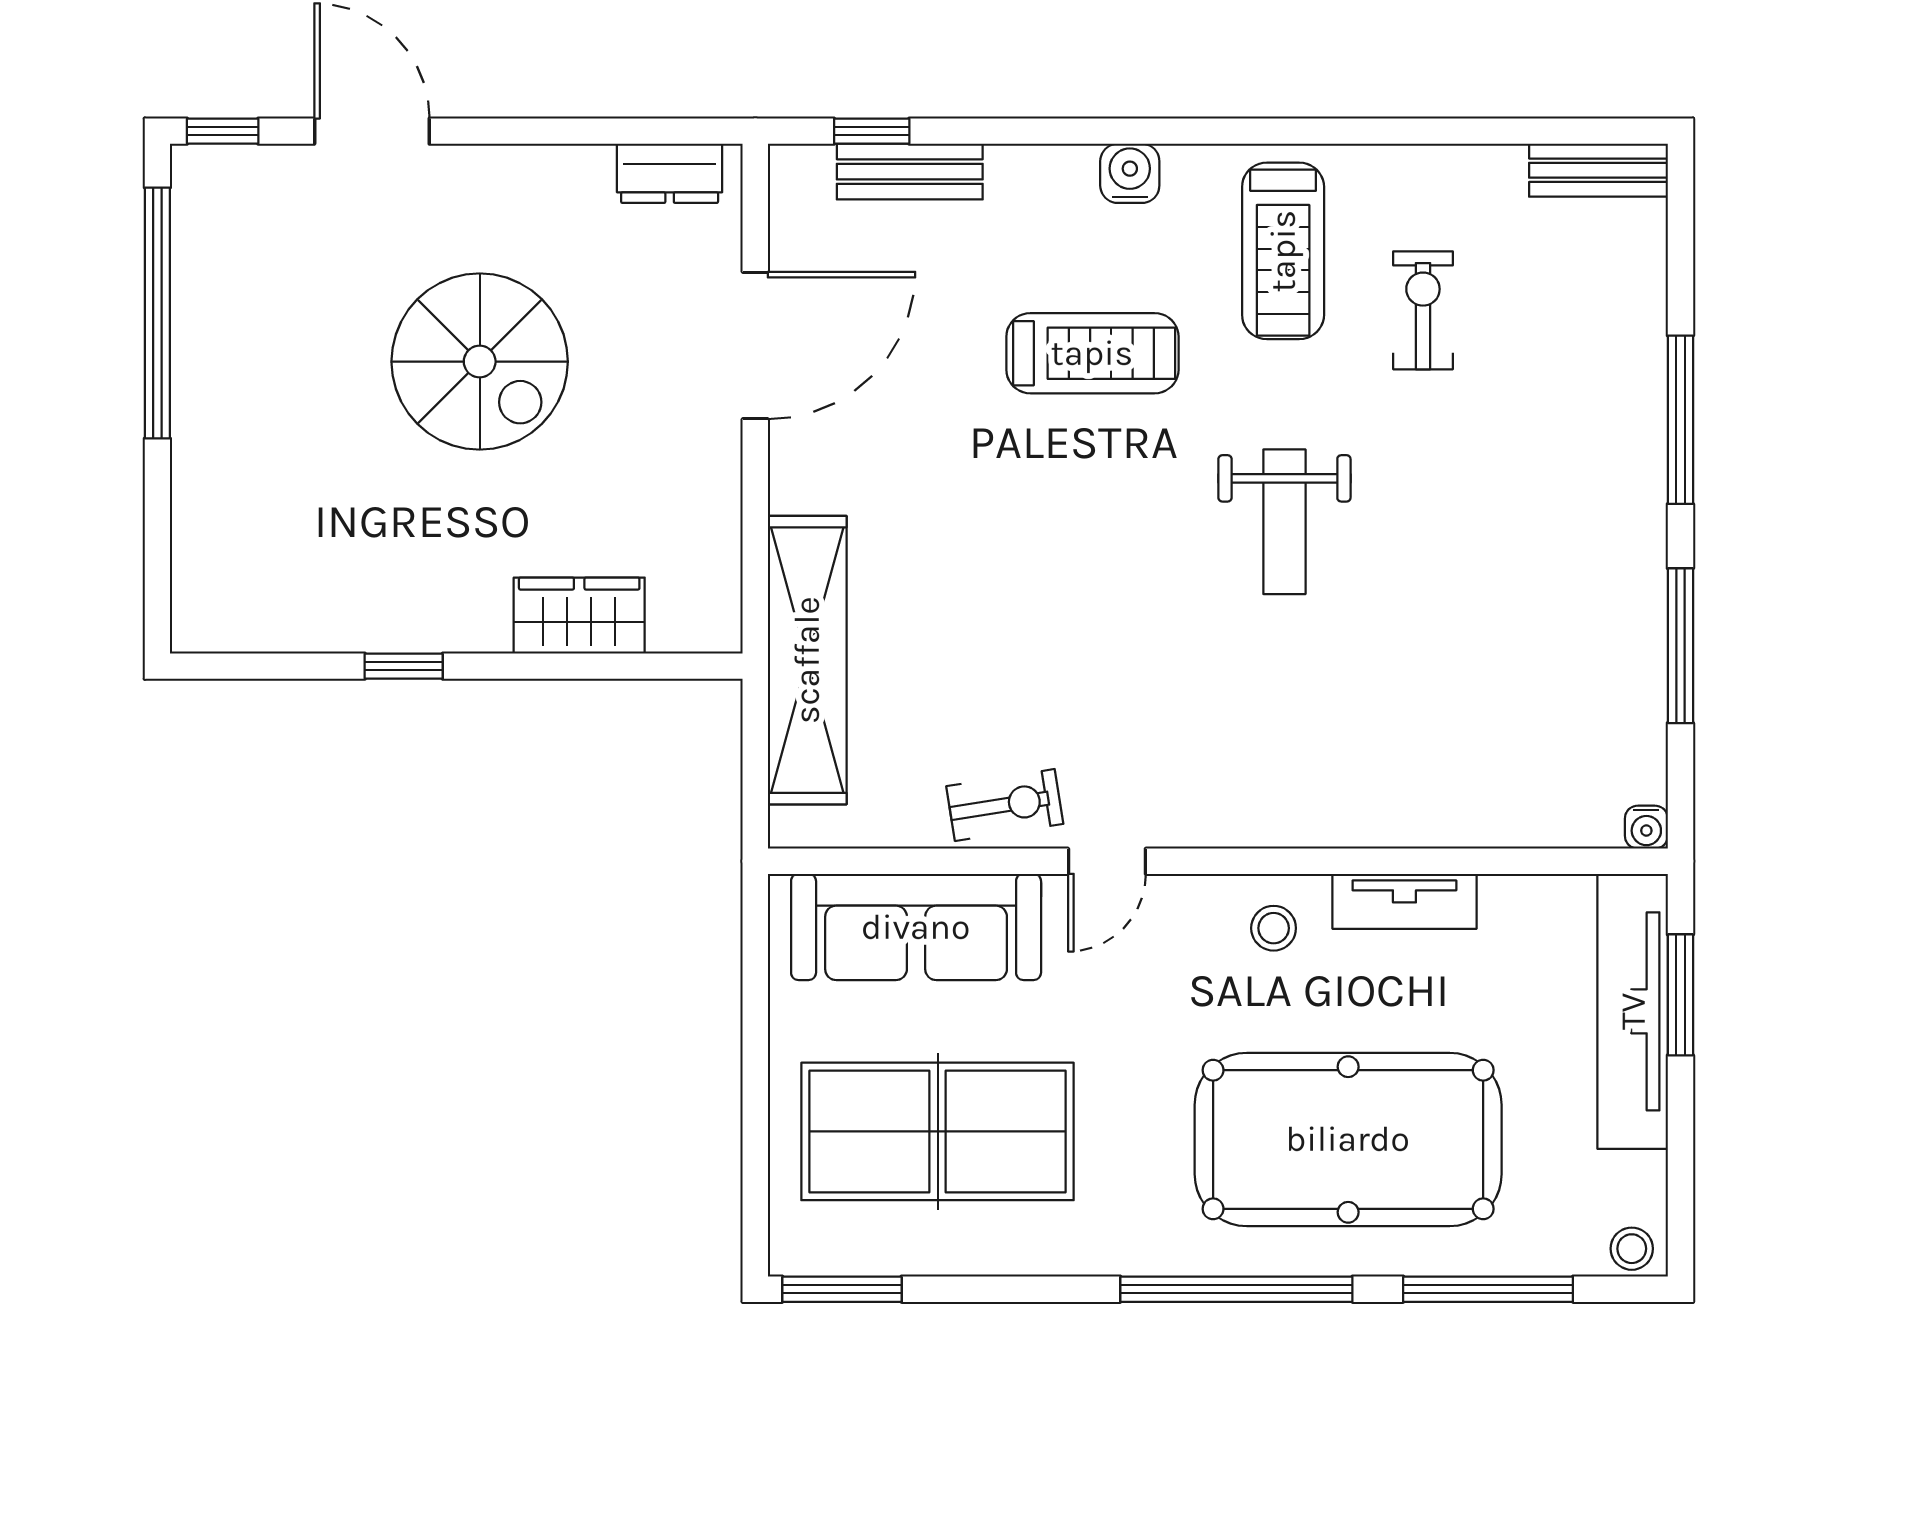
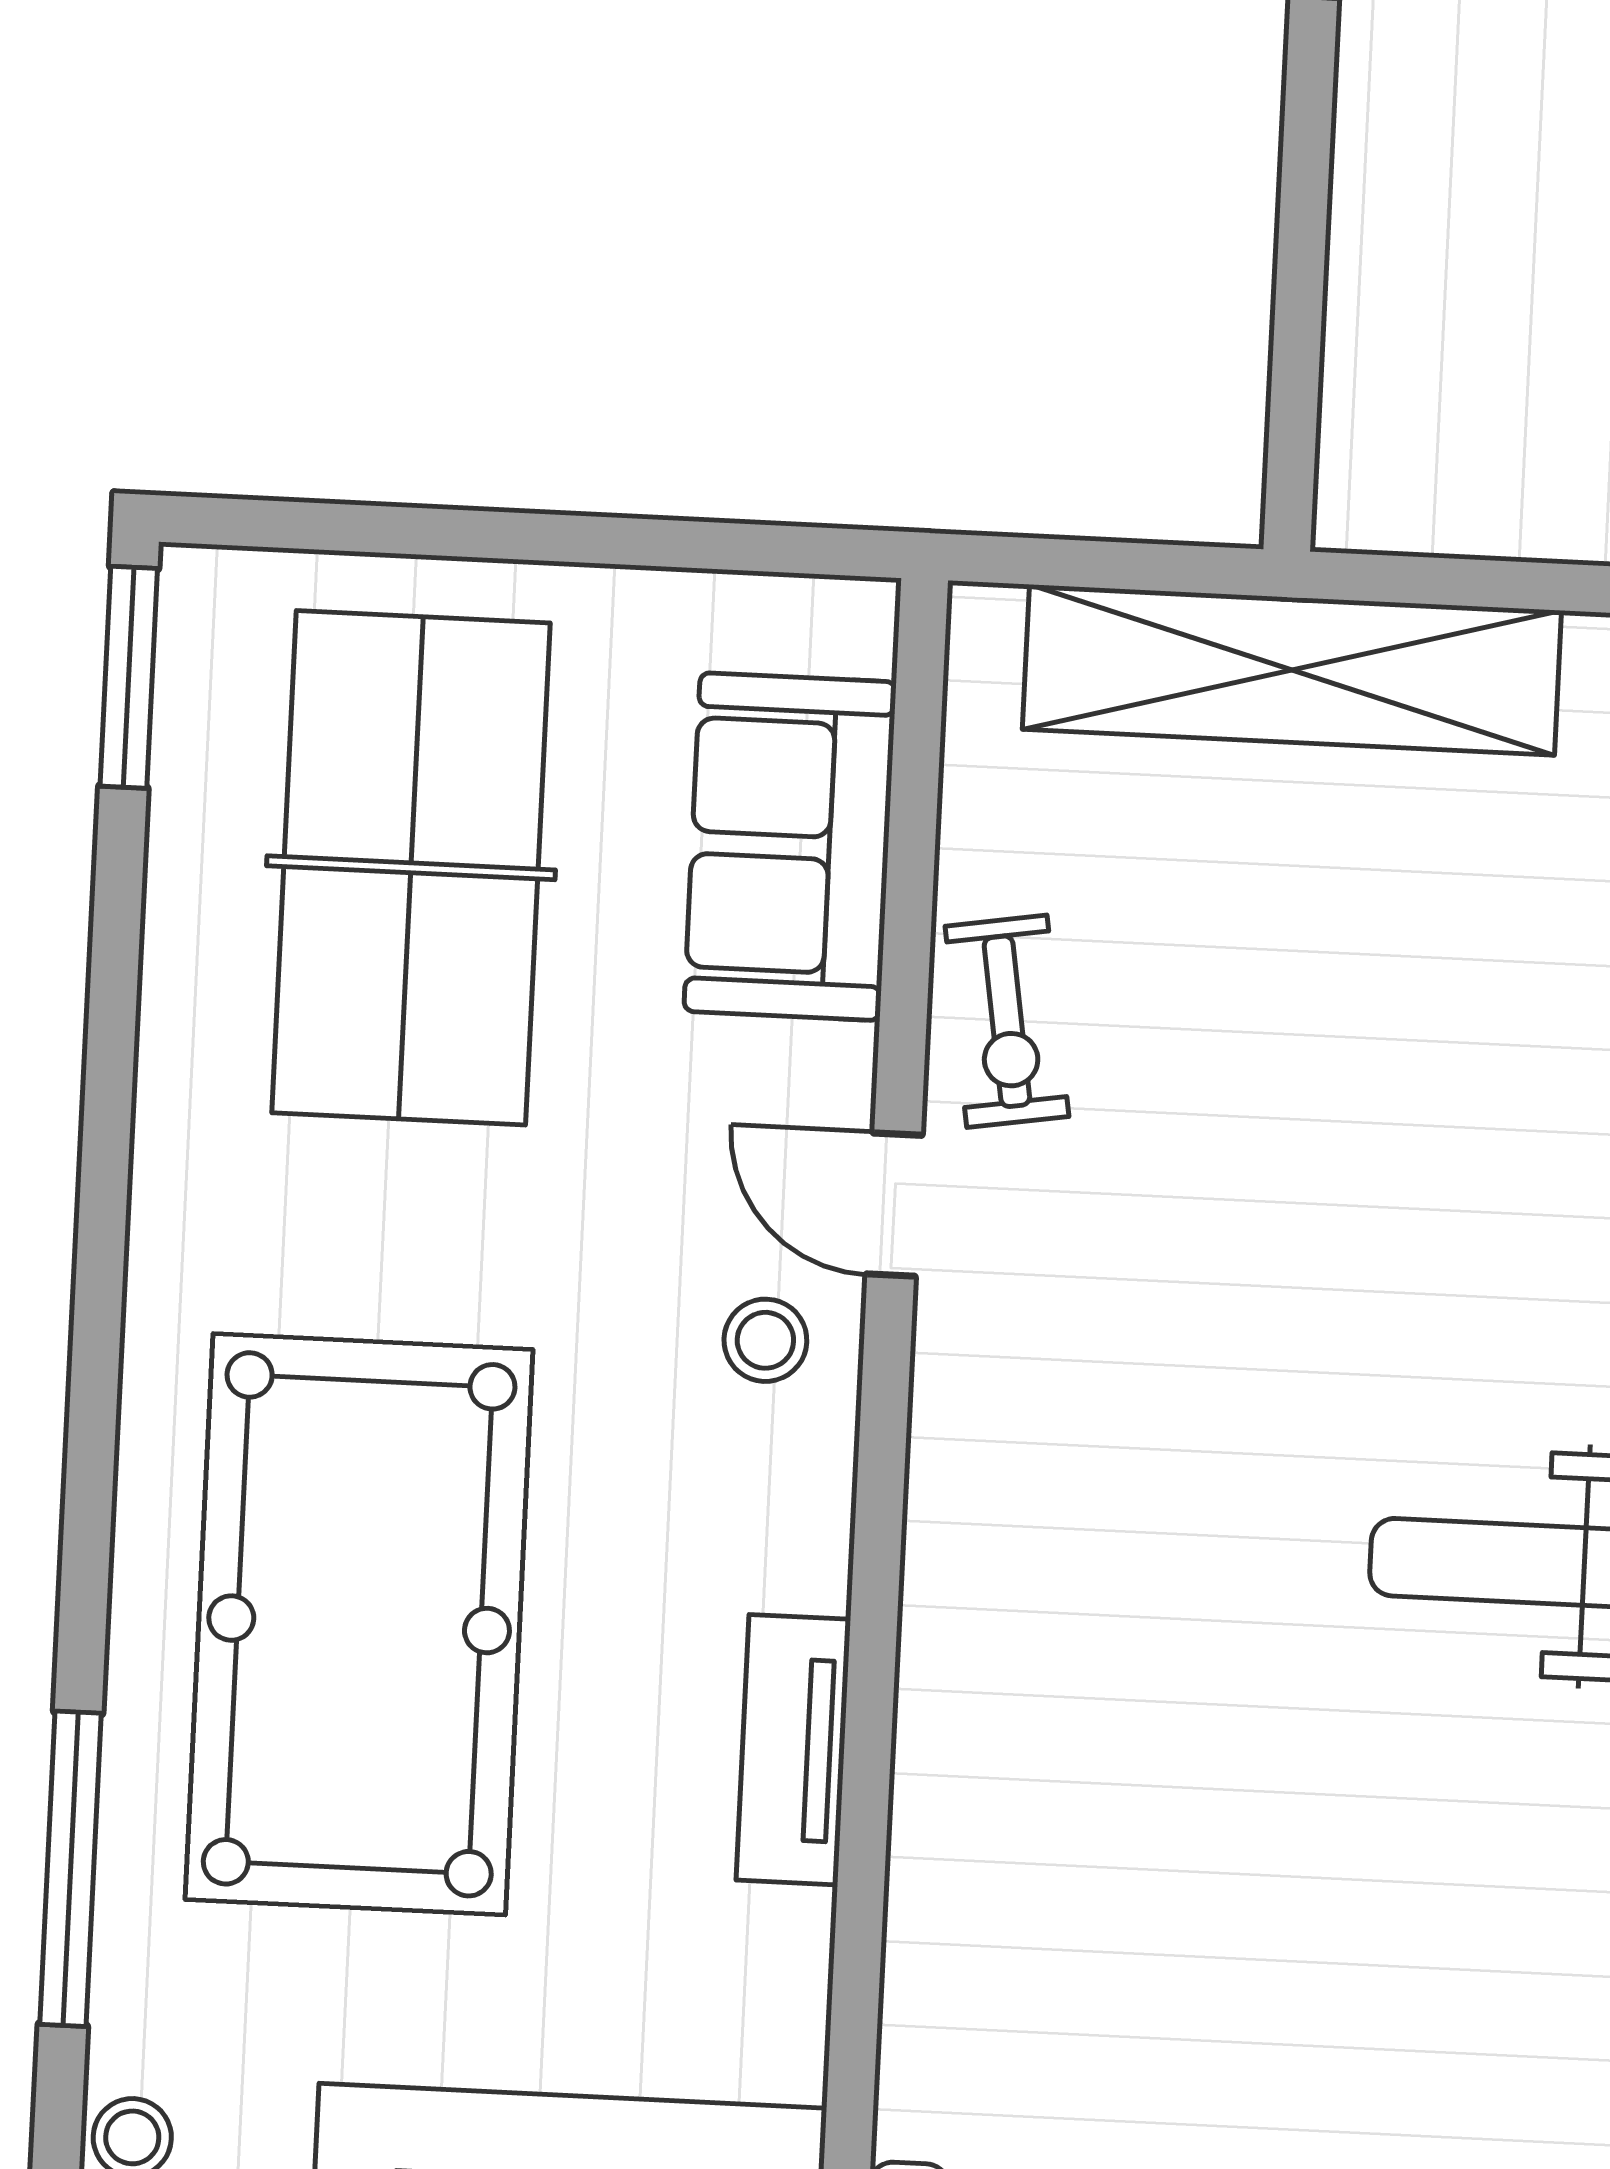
wardrobe: (579, 616) -> (1395, 254), removed
sofa: (916, 927) -> (790, 847), width x0.73
stool: (1274, 928) -> (765, 1340), moved
window: (1236, 1289) -> (93, 1405), removed

